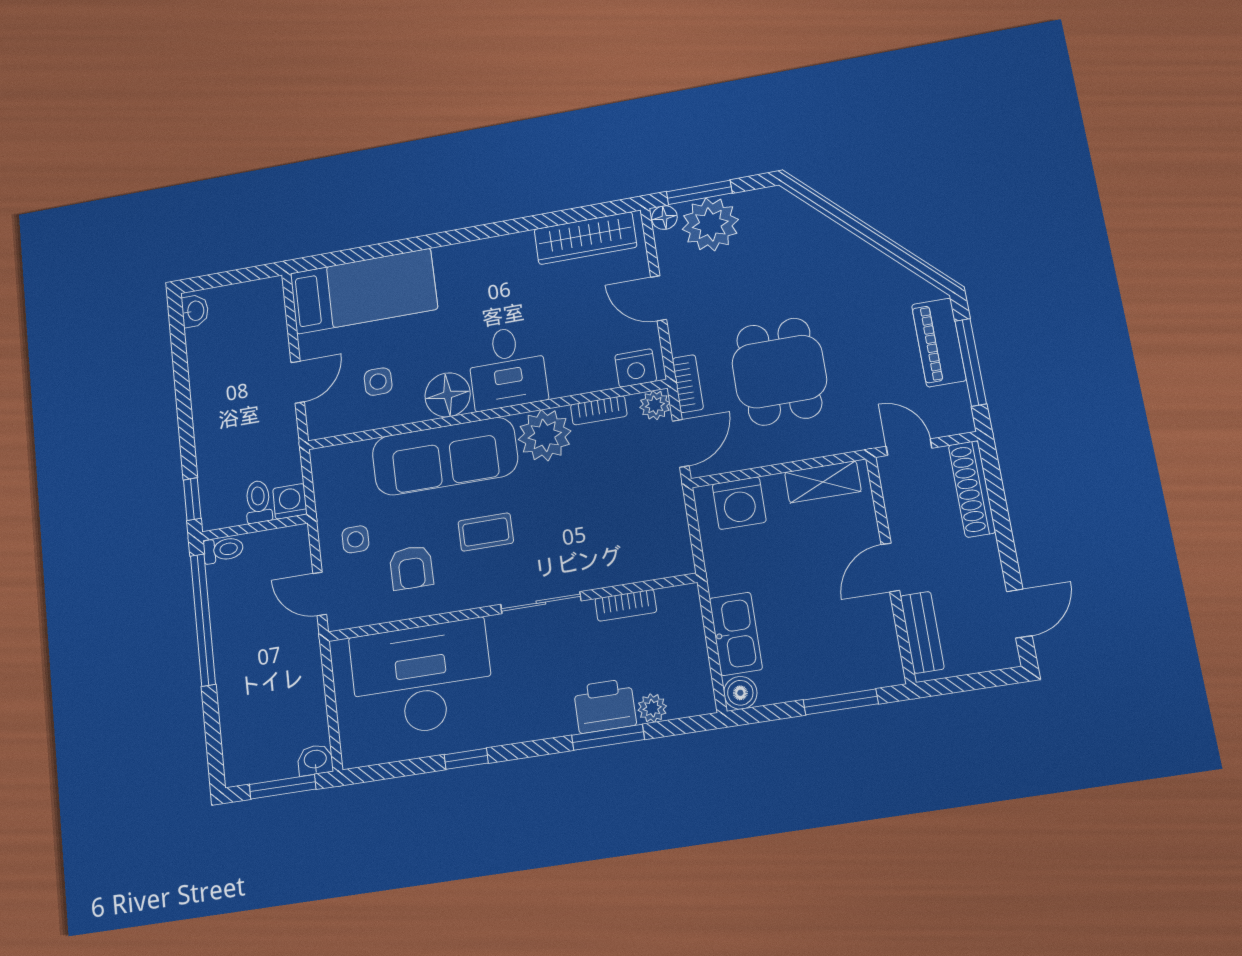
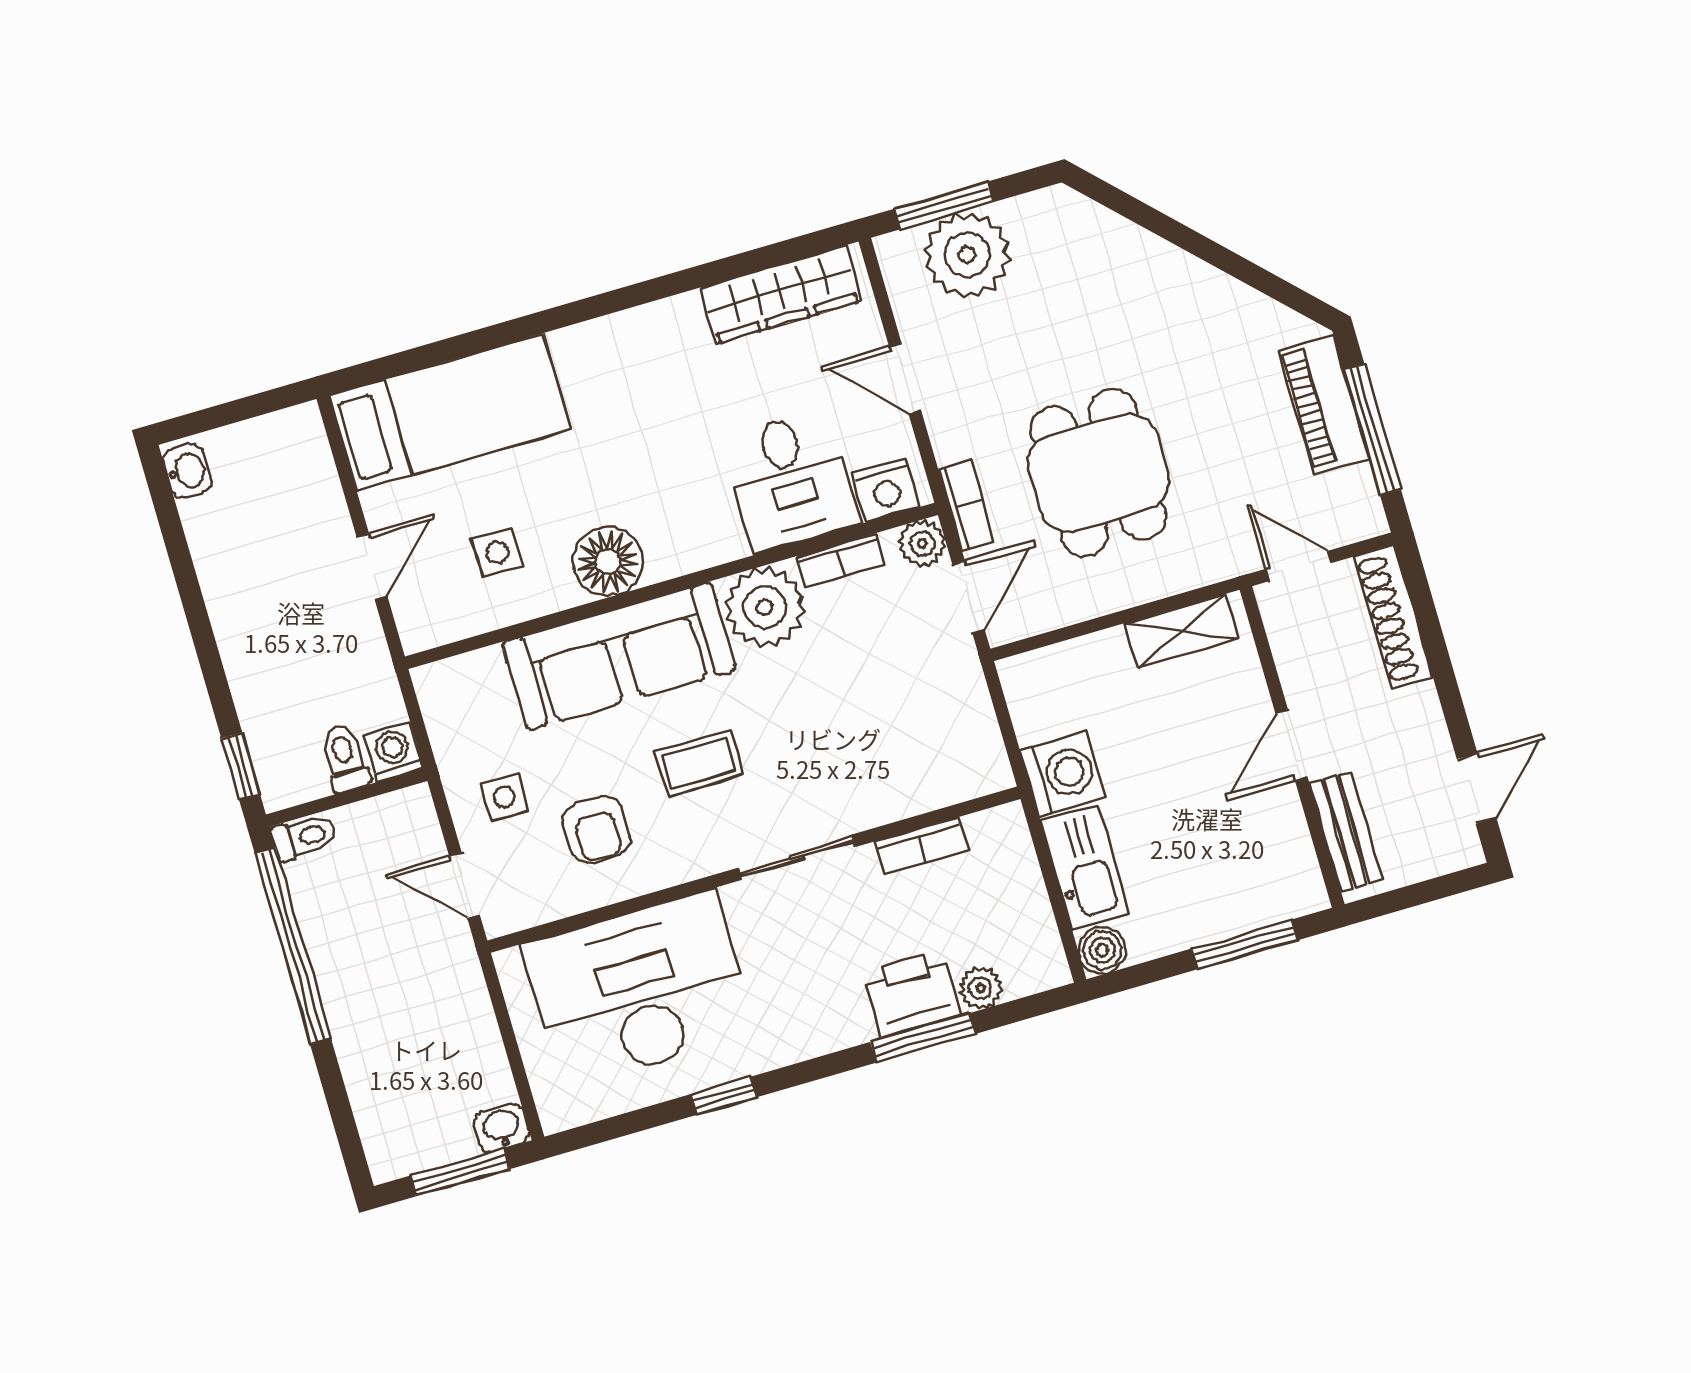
floor lamp: (664, 218) -> (896, 250), removed
desk: (507, 368) -> (791, 481), moved
washing machine: (739, 503) -> (1063, 774), moved, turned -90

